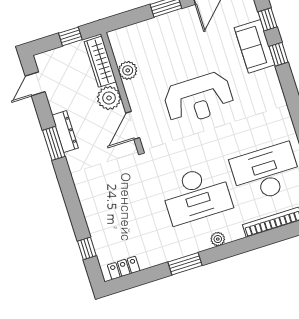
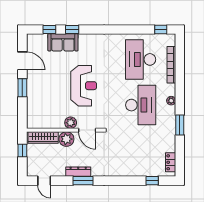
plant: (128, 70) -> (71, 123), moved

